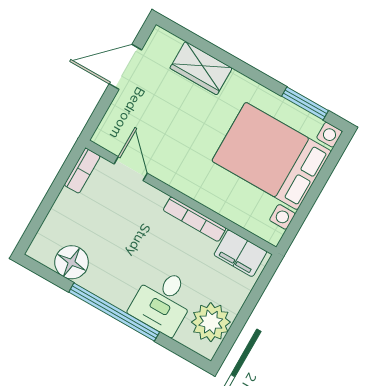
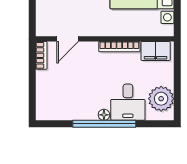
door: (131, 169) -> (68, 39), swing flipped
floor lamp: (72, 262) -> (104, 115), moved, width x0.53, depth x0.53

